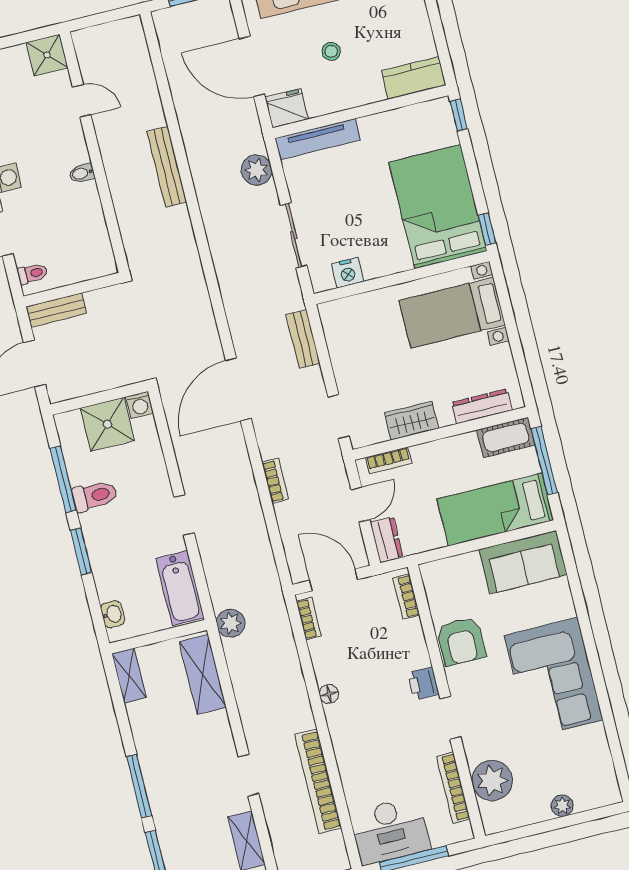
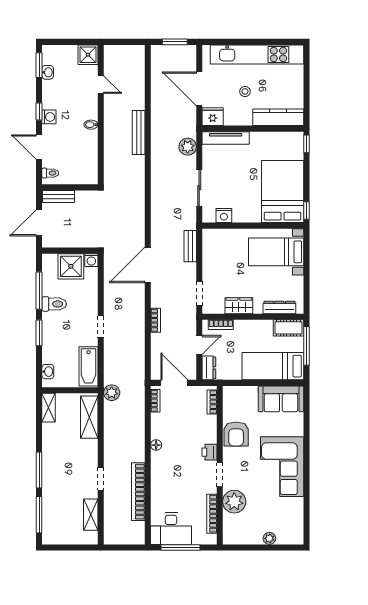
kitchen counter: (414, 78) -> (278, 117), width x1.50
plant: (492, 781) -> (234, 502), moved

